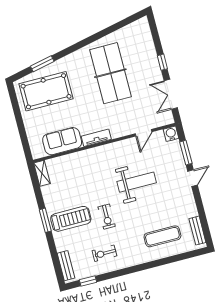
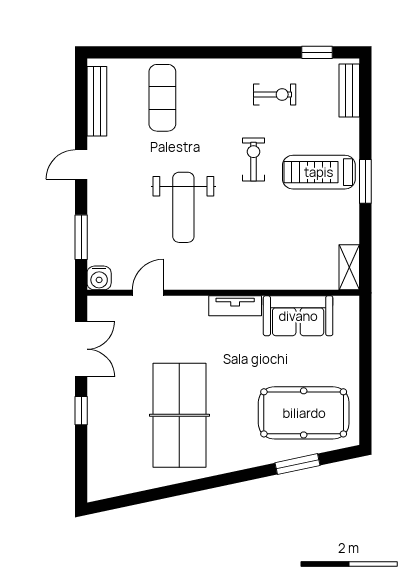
door: (193, 178) -> (81, 164), moved
weight bench: (137, 182) -> (183, 207), turned -90
bench: (197, 231) -> (97, 101), width x1.36
exercise mat: (162, 236) -> (162, 98), turned 90

